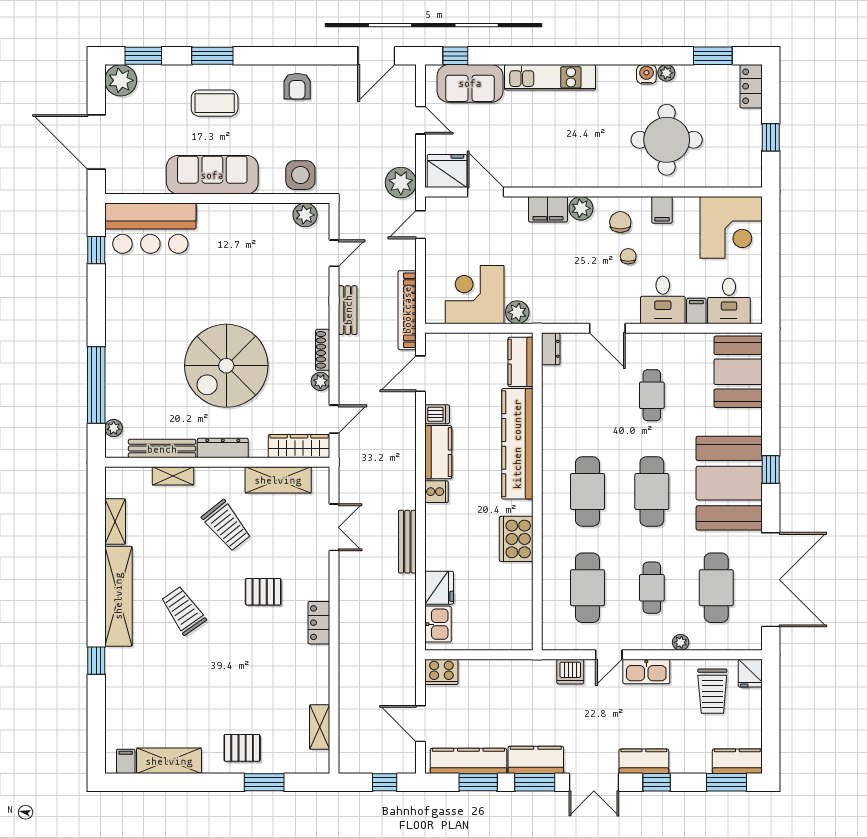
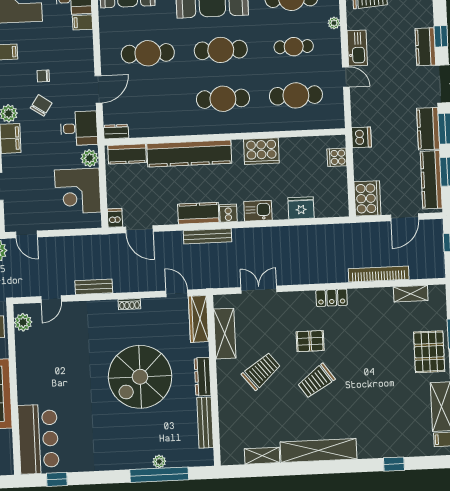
chair: (620, 222) -> (41, 105), moved, turned 124
door: (334, 253) -> (51, 299), swing flipped
desk: (663, 300) -> (79, 128), moved
bookcase: (407, 310) -> (379, 274), moved, turned 180
shoe rack: (323, 350) -> (129, 304), width x0.70
spiral stairs: (226, 366) -> (140, 377), turned 90
plant: (320, 381) -> (149, 305), removed
cafe table: (652, 395) -> (148, 53), width x1.37, depth x1.35
dishwasher: (437, 414) -> (115, 218), moved
plant: (114, 428) -> (159, 462), moved
shelving: (173, 476) -> (225, 413), removed
bench: (407, 542) -> (207, 236), moved
pallet: (263, 592) -> (310, 341), turned 90
trolley: (183, 610) -> (316, 381), moved
kitchen sink: (438, 624) -> (258, 211), moved
cooker: (504, 638) -> (337, 157), added
window: (96, 661) -> (394, 464), moved
cooker: (441, 672) -> (367, 198), width x1.37, depth x1.31
dishwasher: (570, 672) -> (361, 137), moved
pallet: (242, 748) -> (429, 352), width x1.50, depth x1.42

